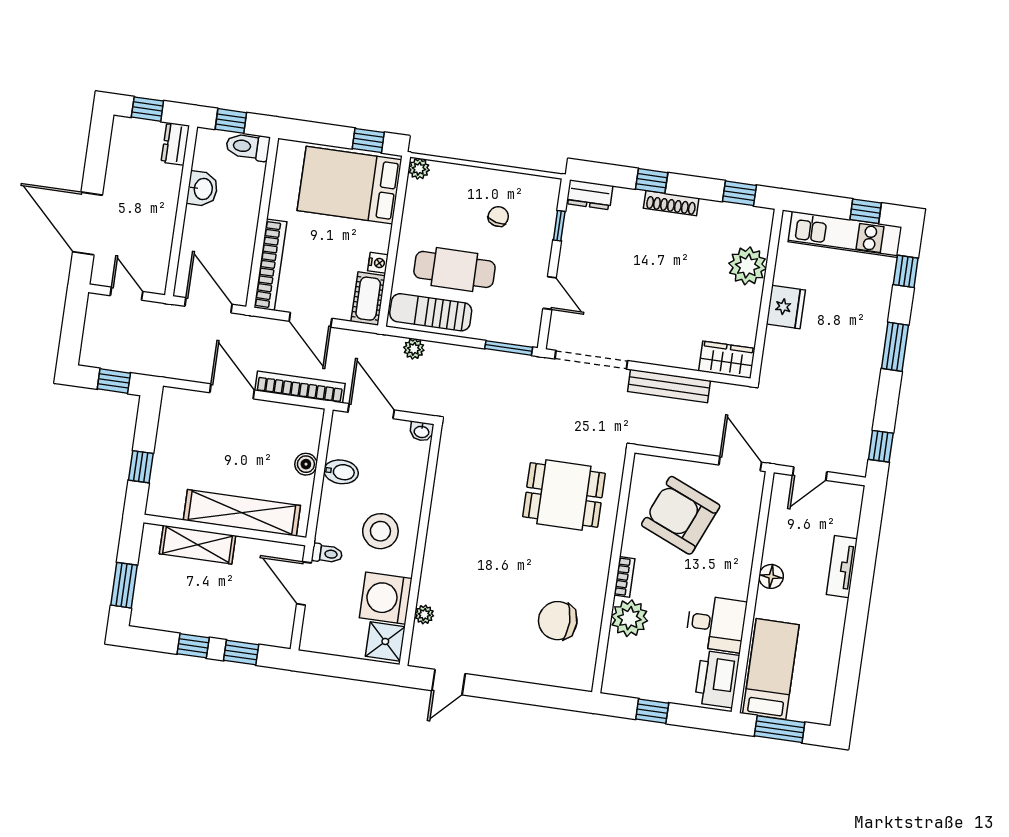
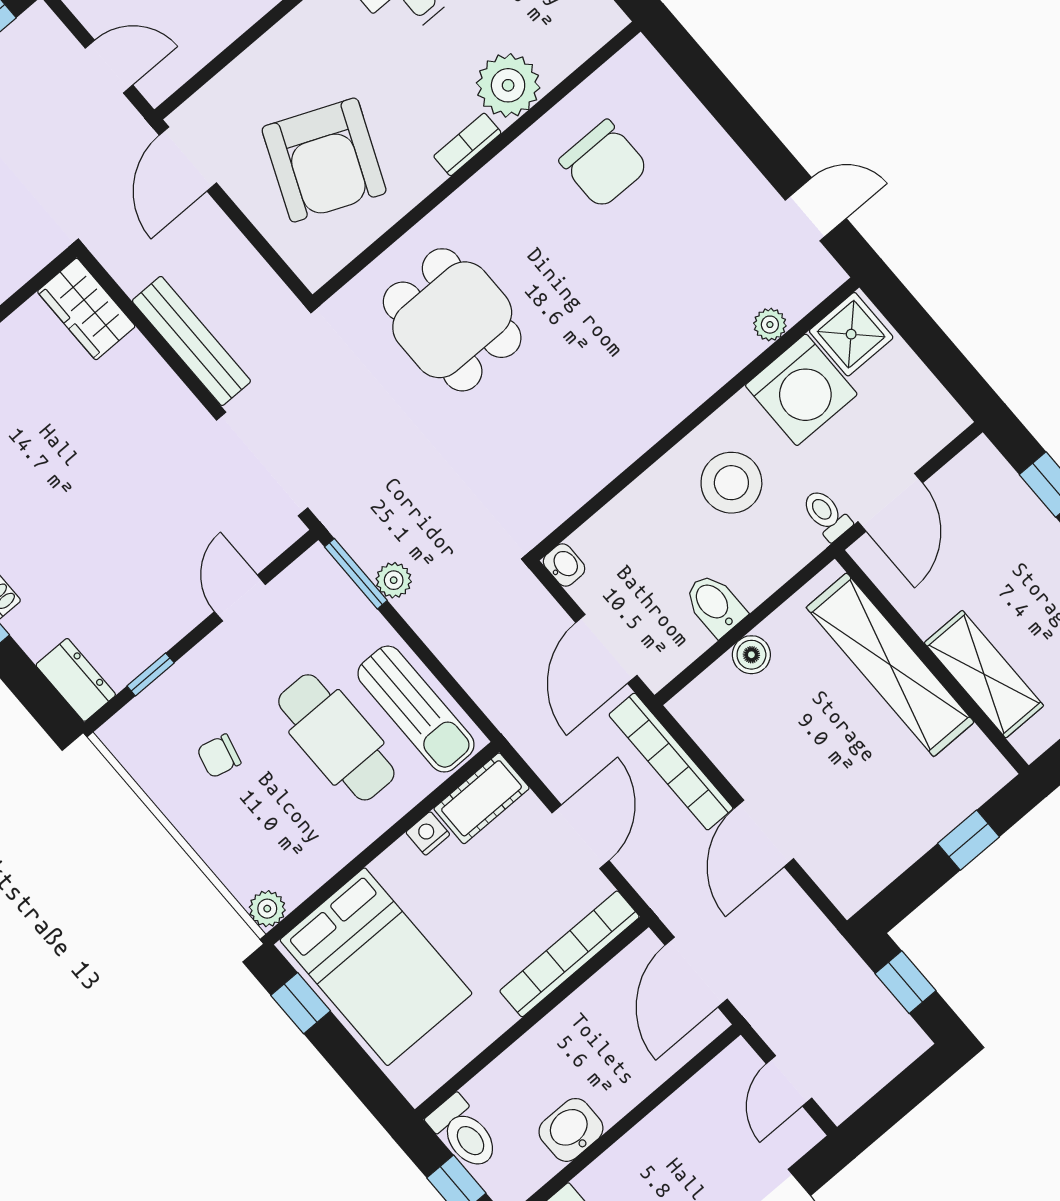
plant: (414, 349) -> (394, 580), moved

